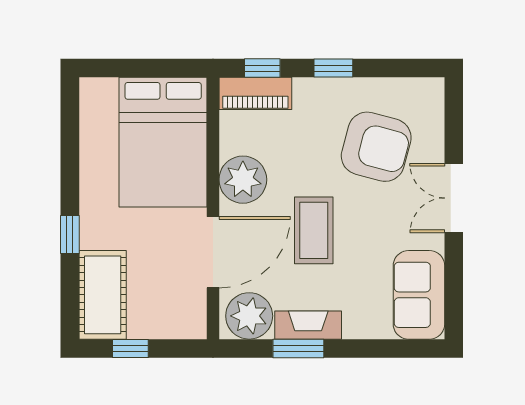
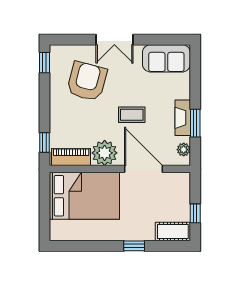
window: (333, 68) -> (45, 63), moved
piano: (255, 93) -> (71, 157), moved, turned -90
coffee table: (314, 230) -> (132, 115), width x0.73, depth x0.77
cot: (103, 295) -> (173, 231), width x0.73, depth x0.75
plant: (249, 316) -> (184, 150), width x0.53, depth x0.53

